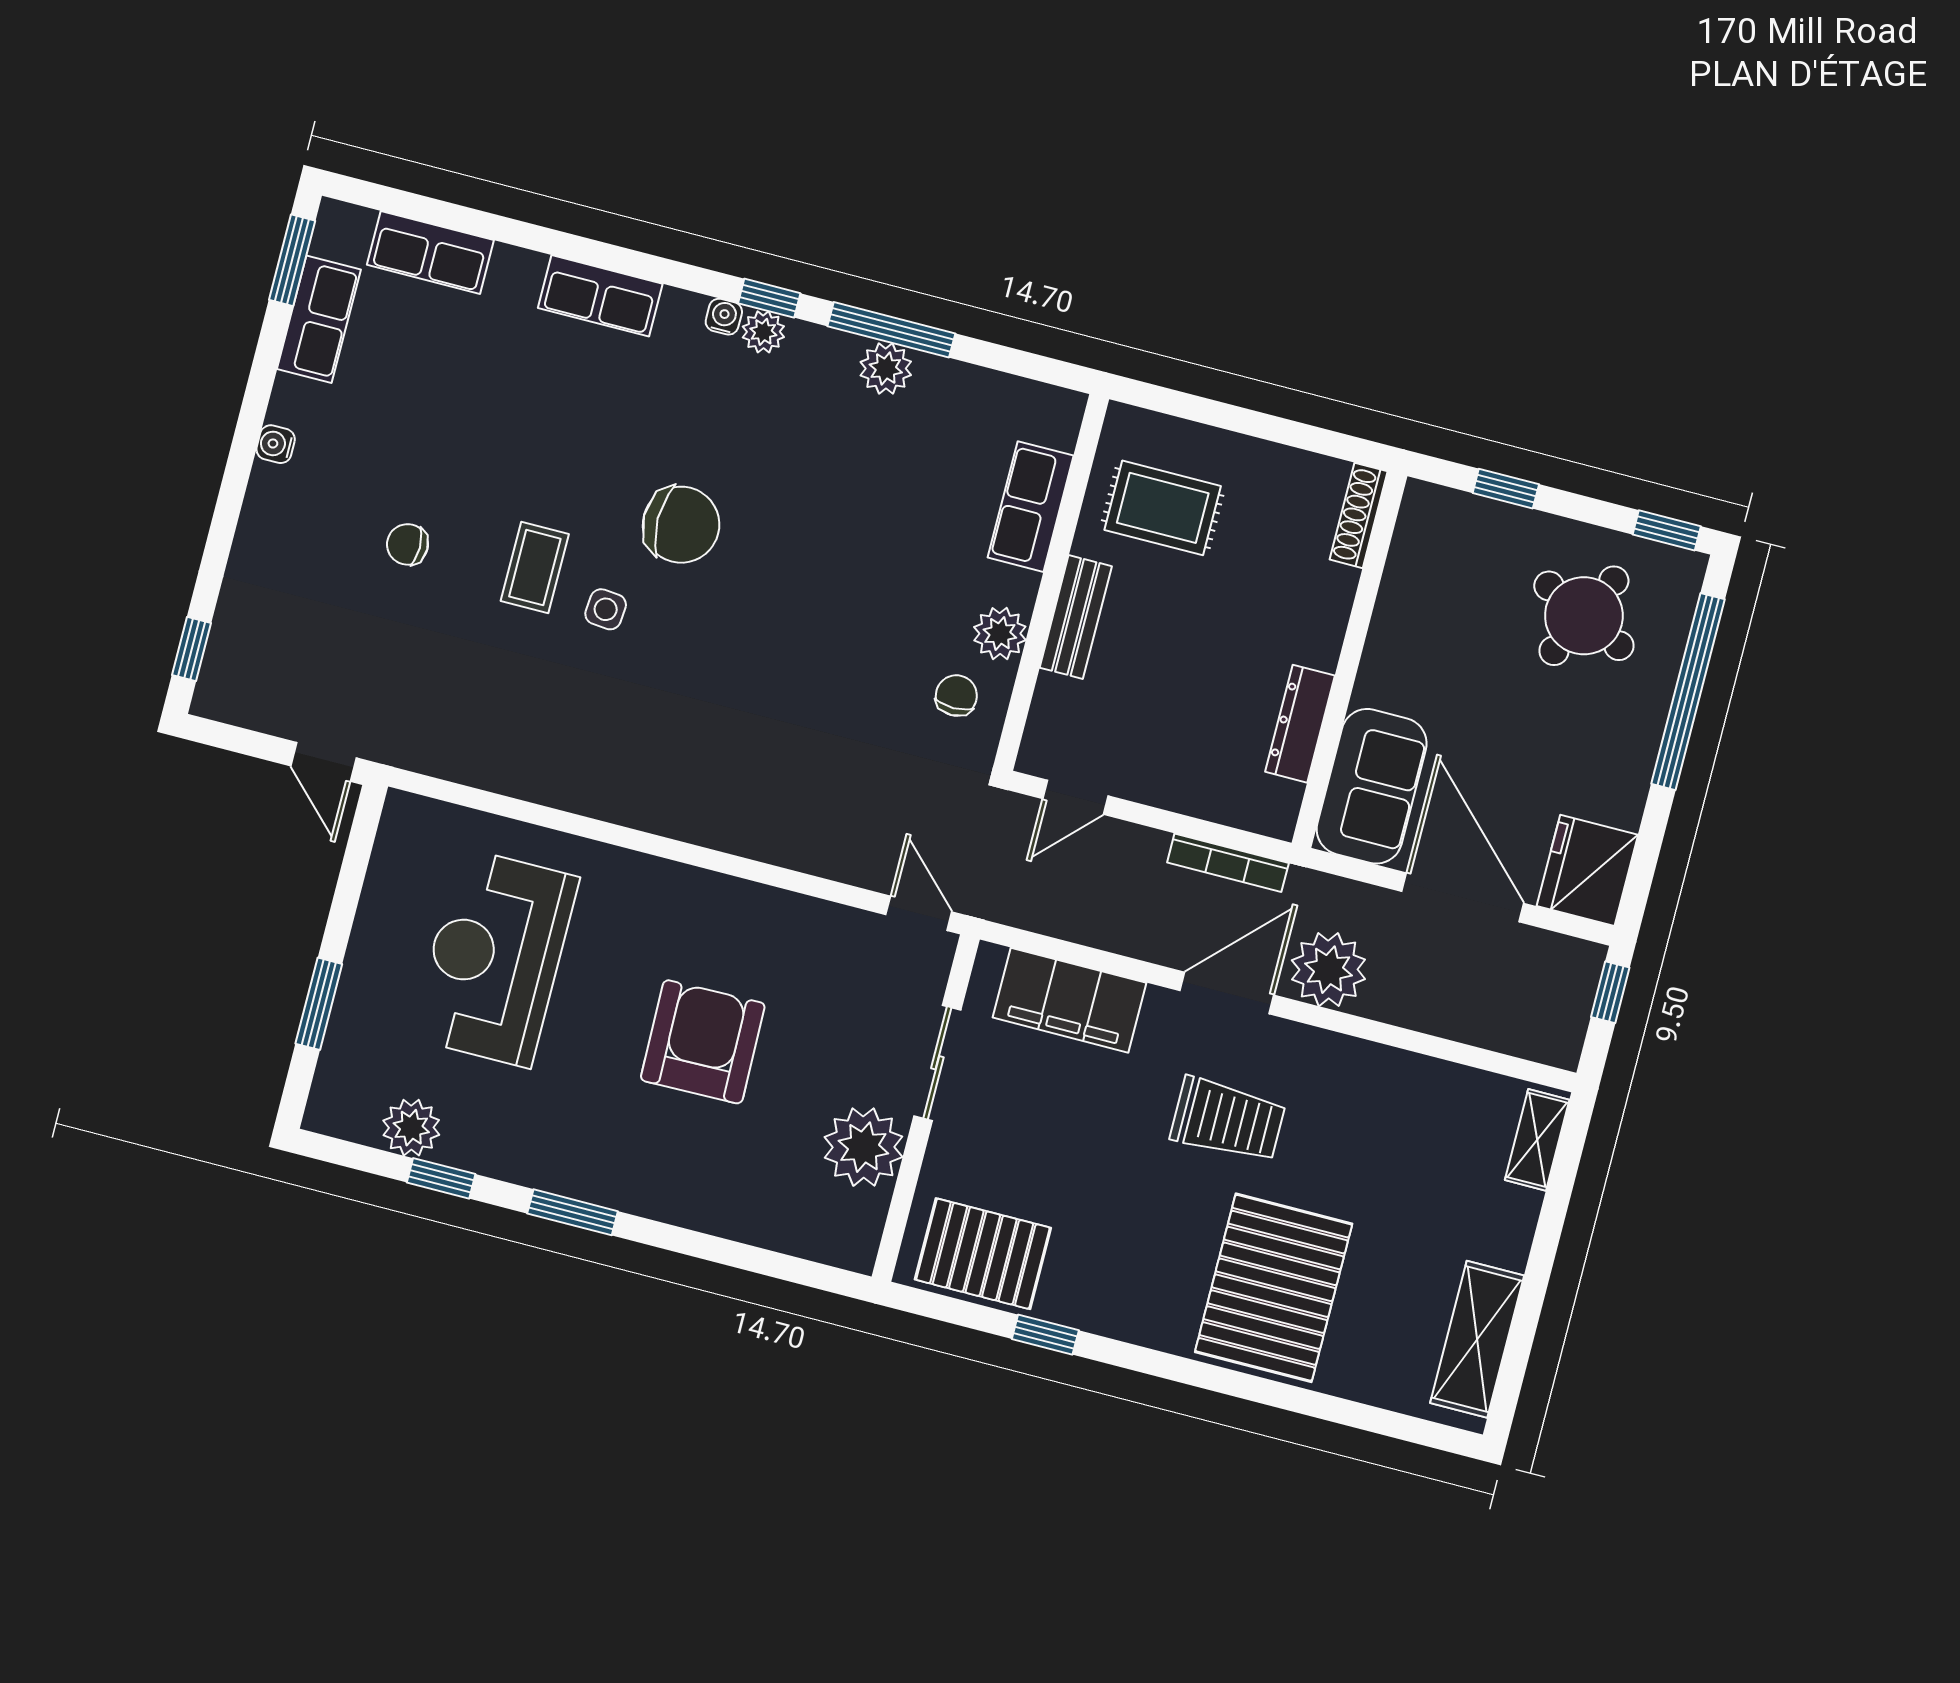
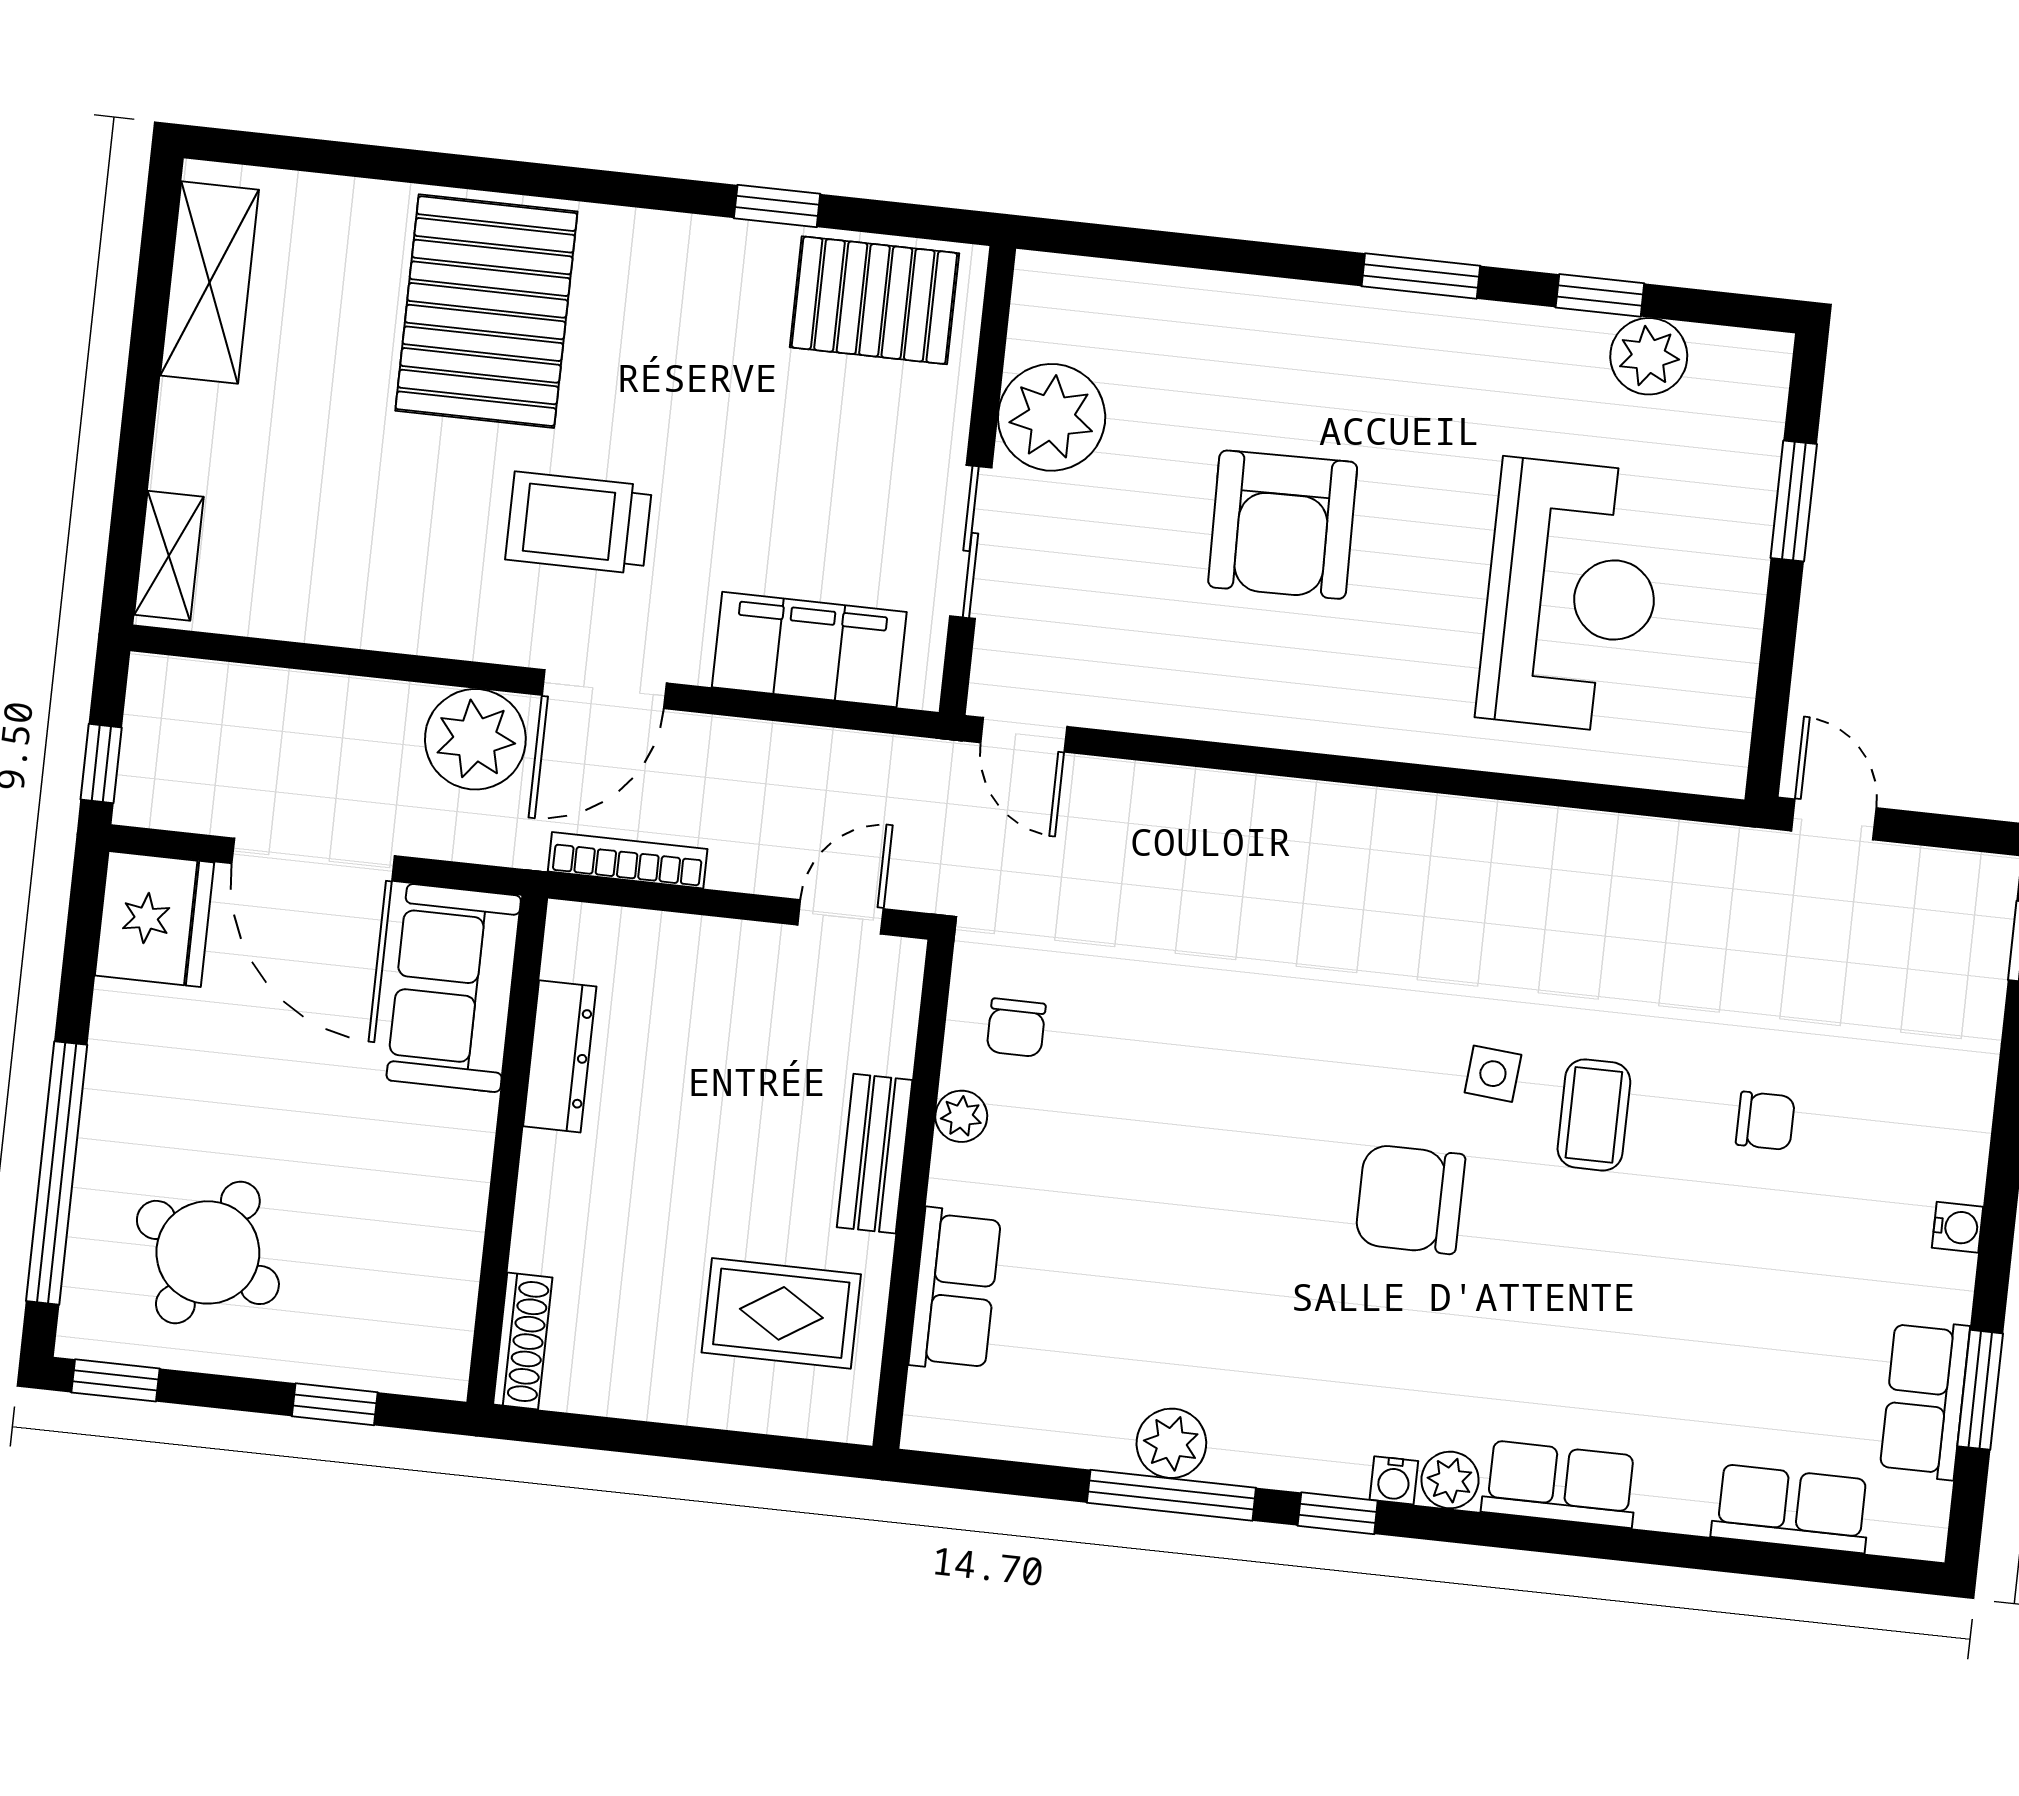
window: (292, 260) -> (1980, 1390), moved
plant: (763, 332) -> (1450, 1480), moved
plant: (1000, 634) -> (961, 1116), width x0.73, depth x0.73

